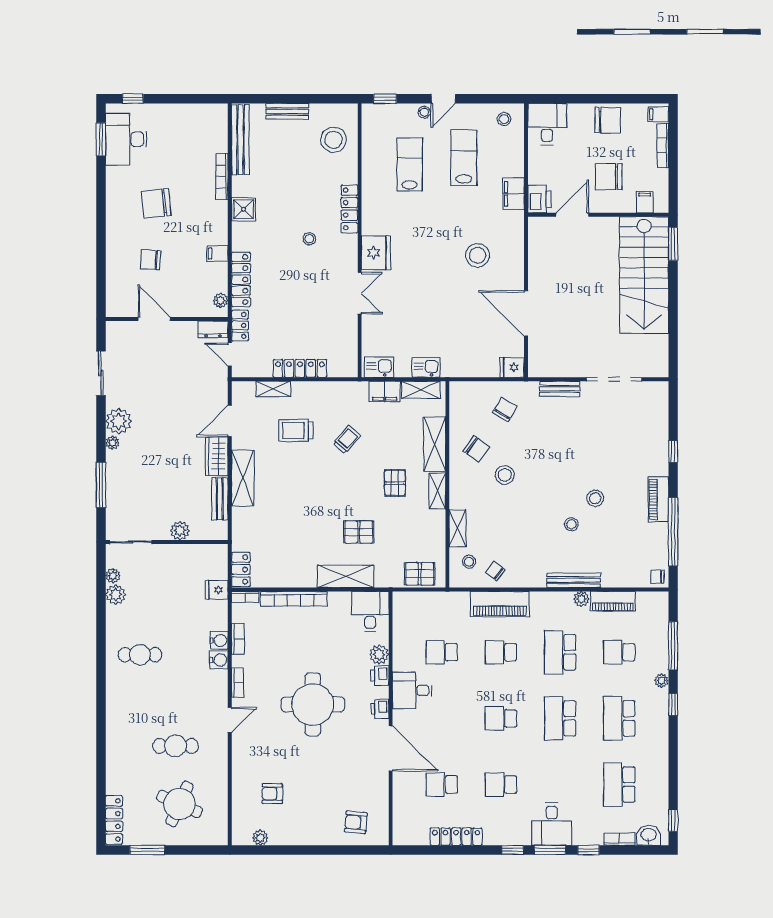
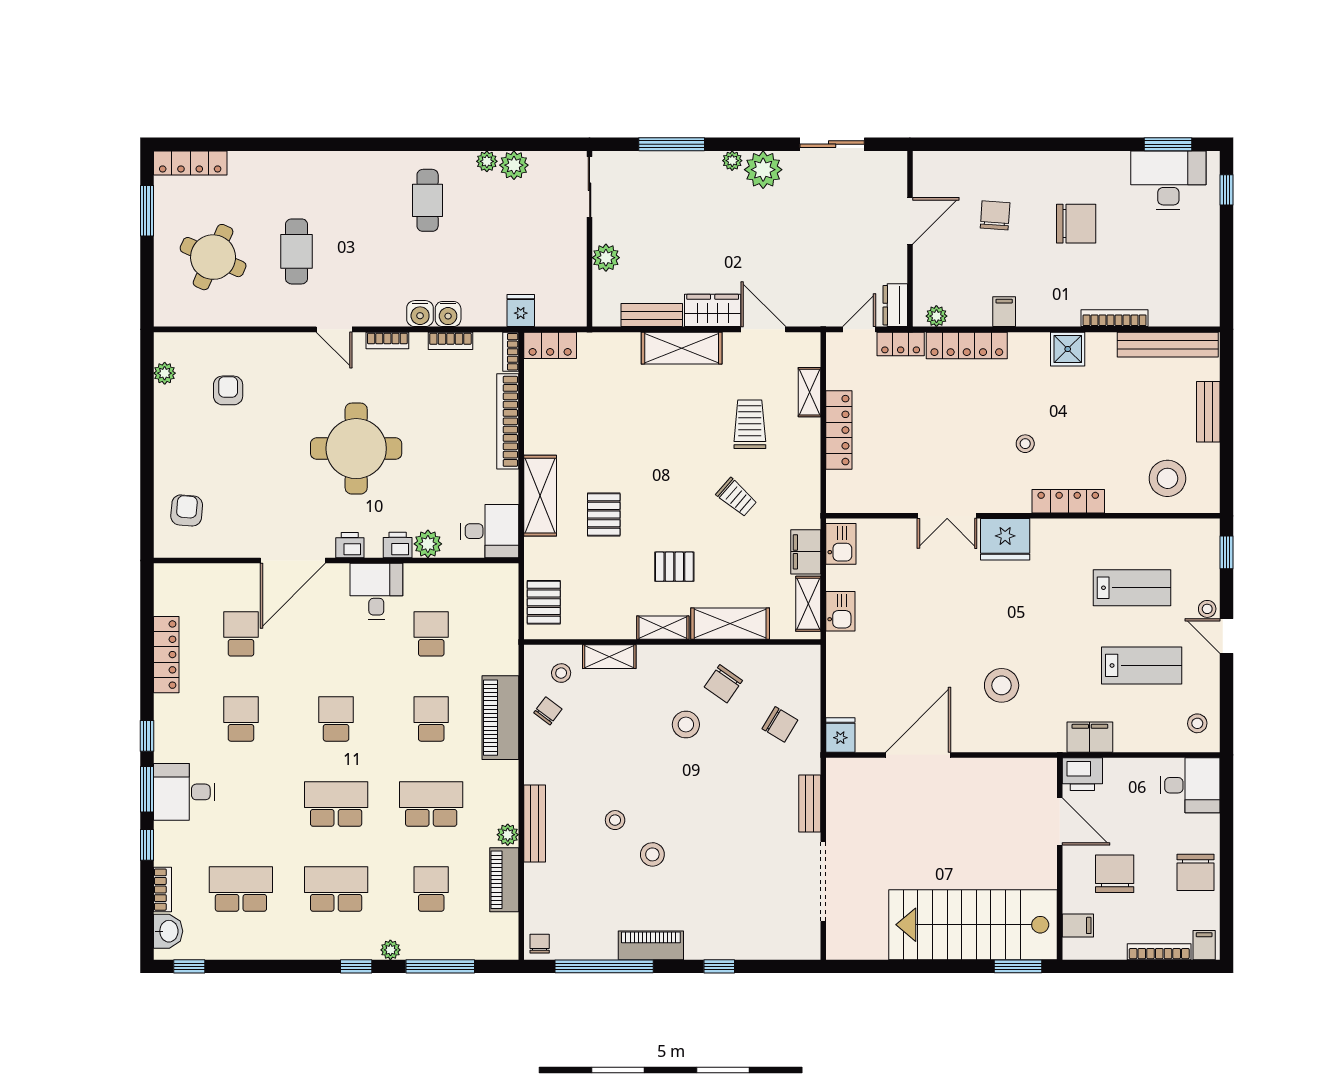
chair: (156, 203) -> (1076, 224), turned 96
plant: (113, 576) -> (487, 161), moved

